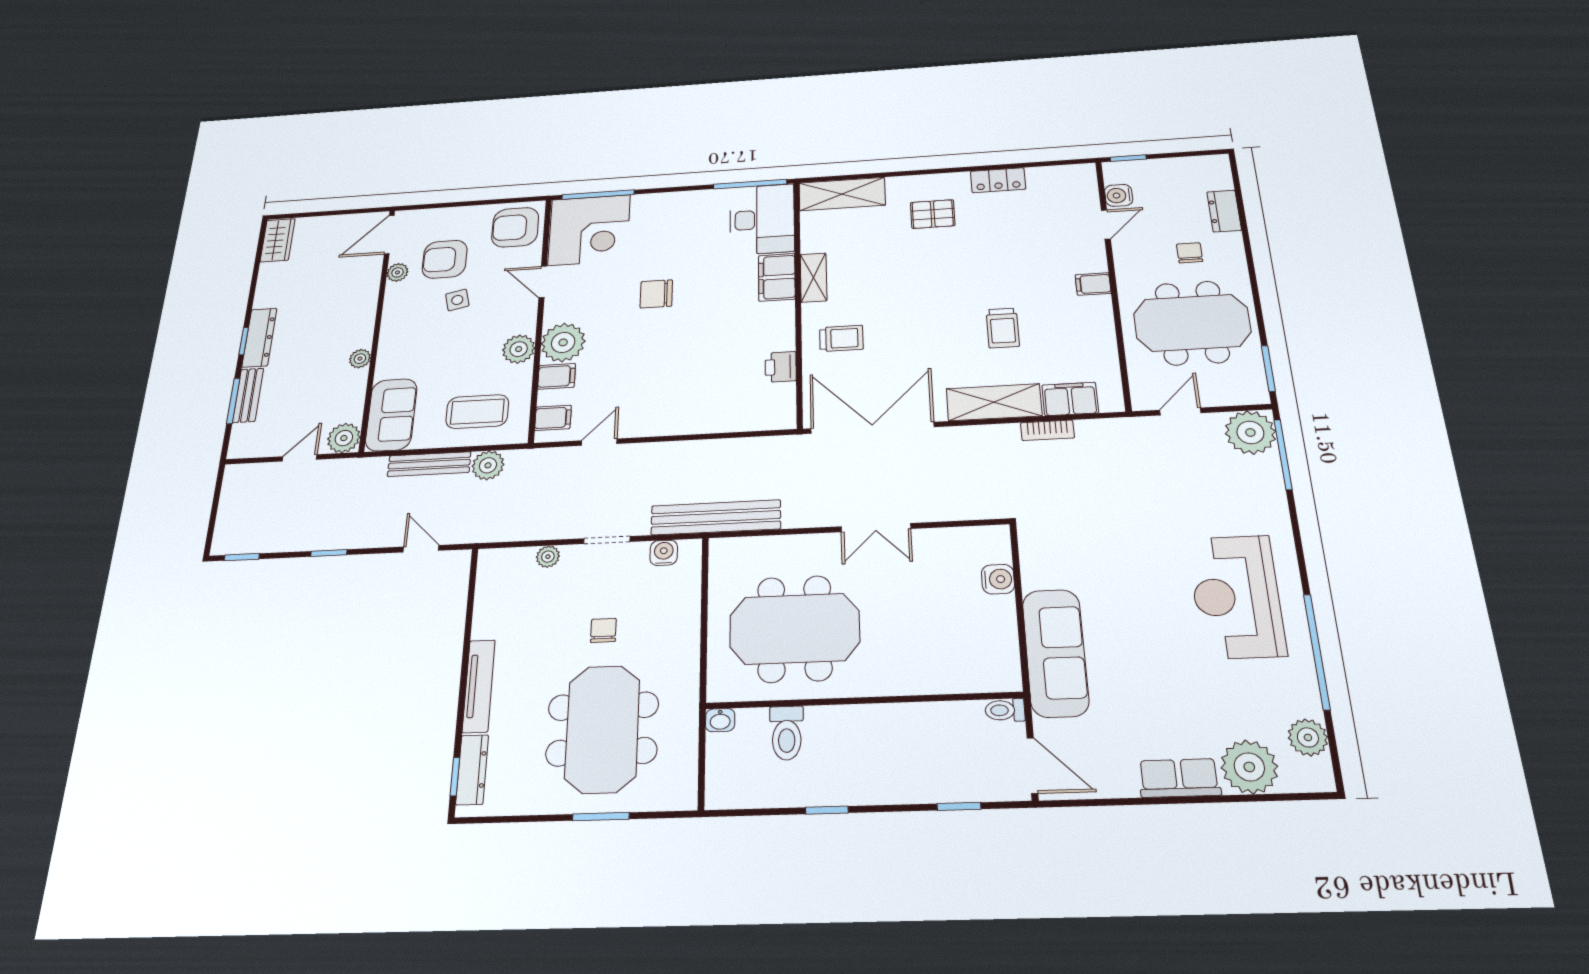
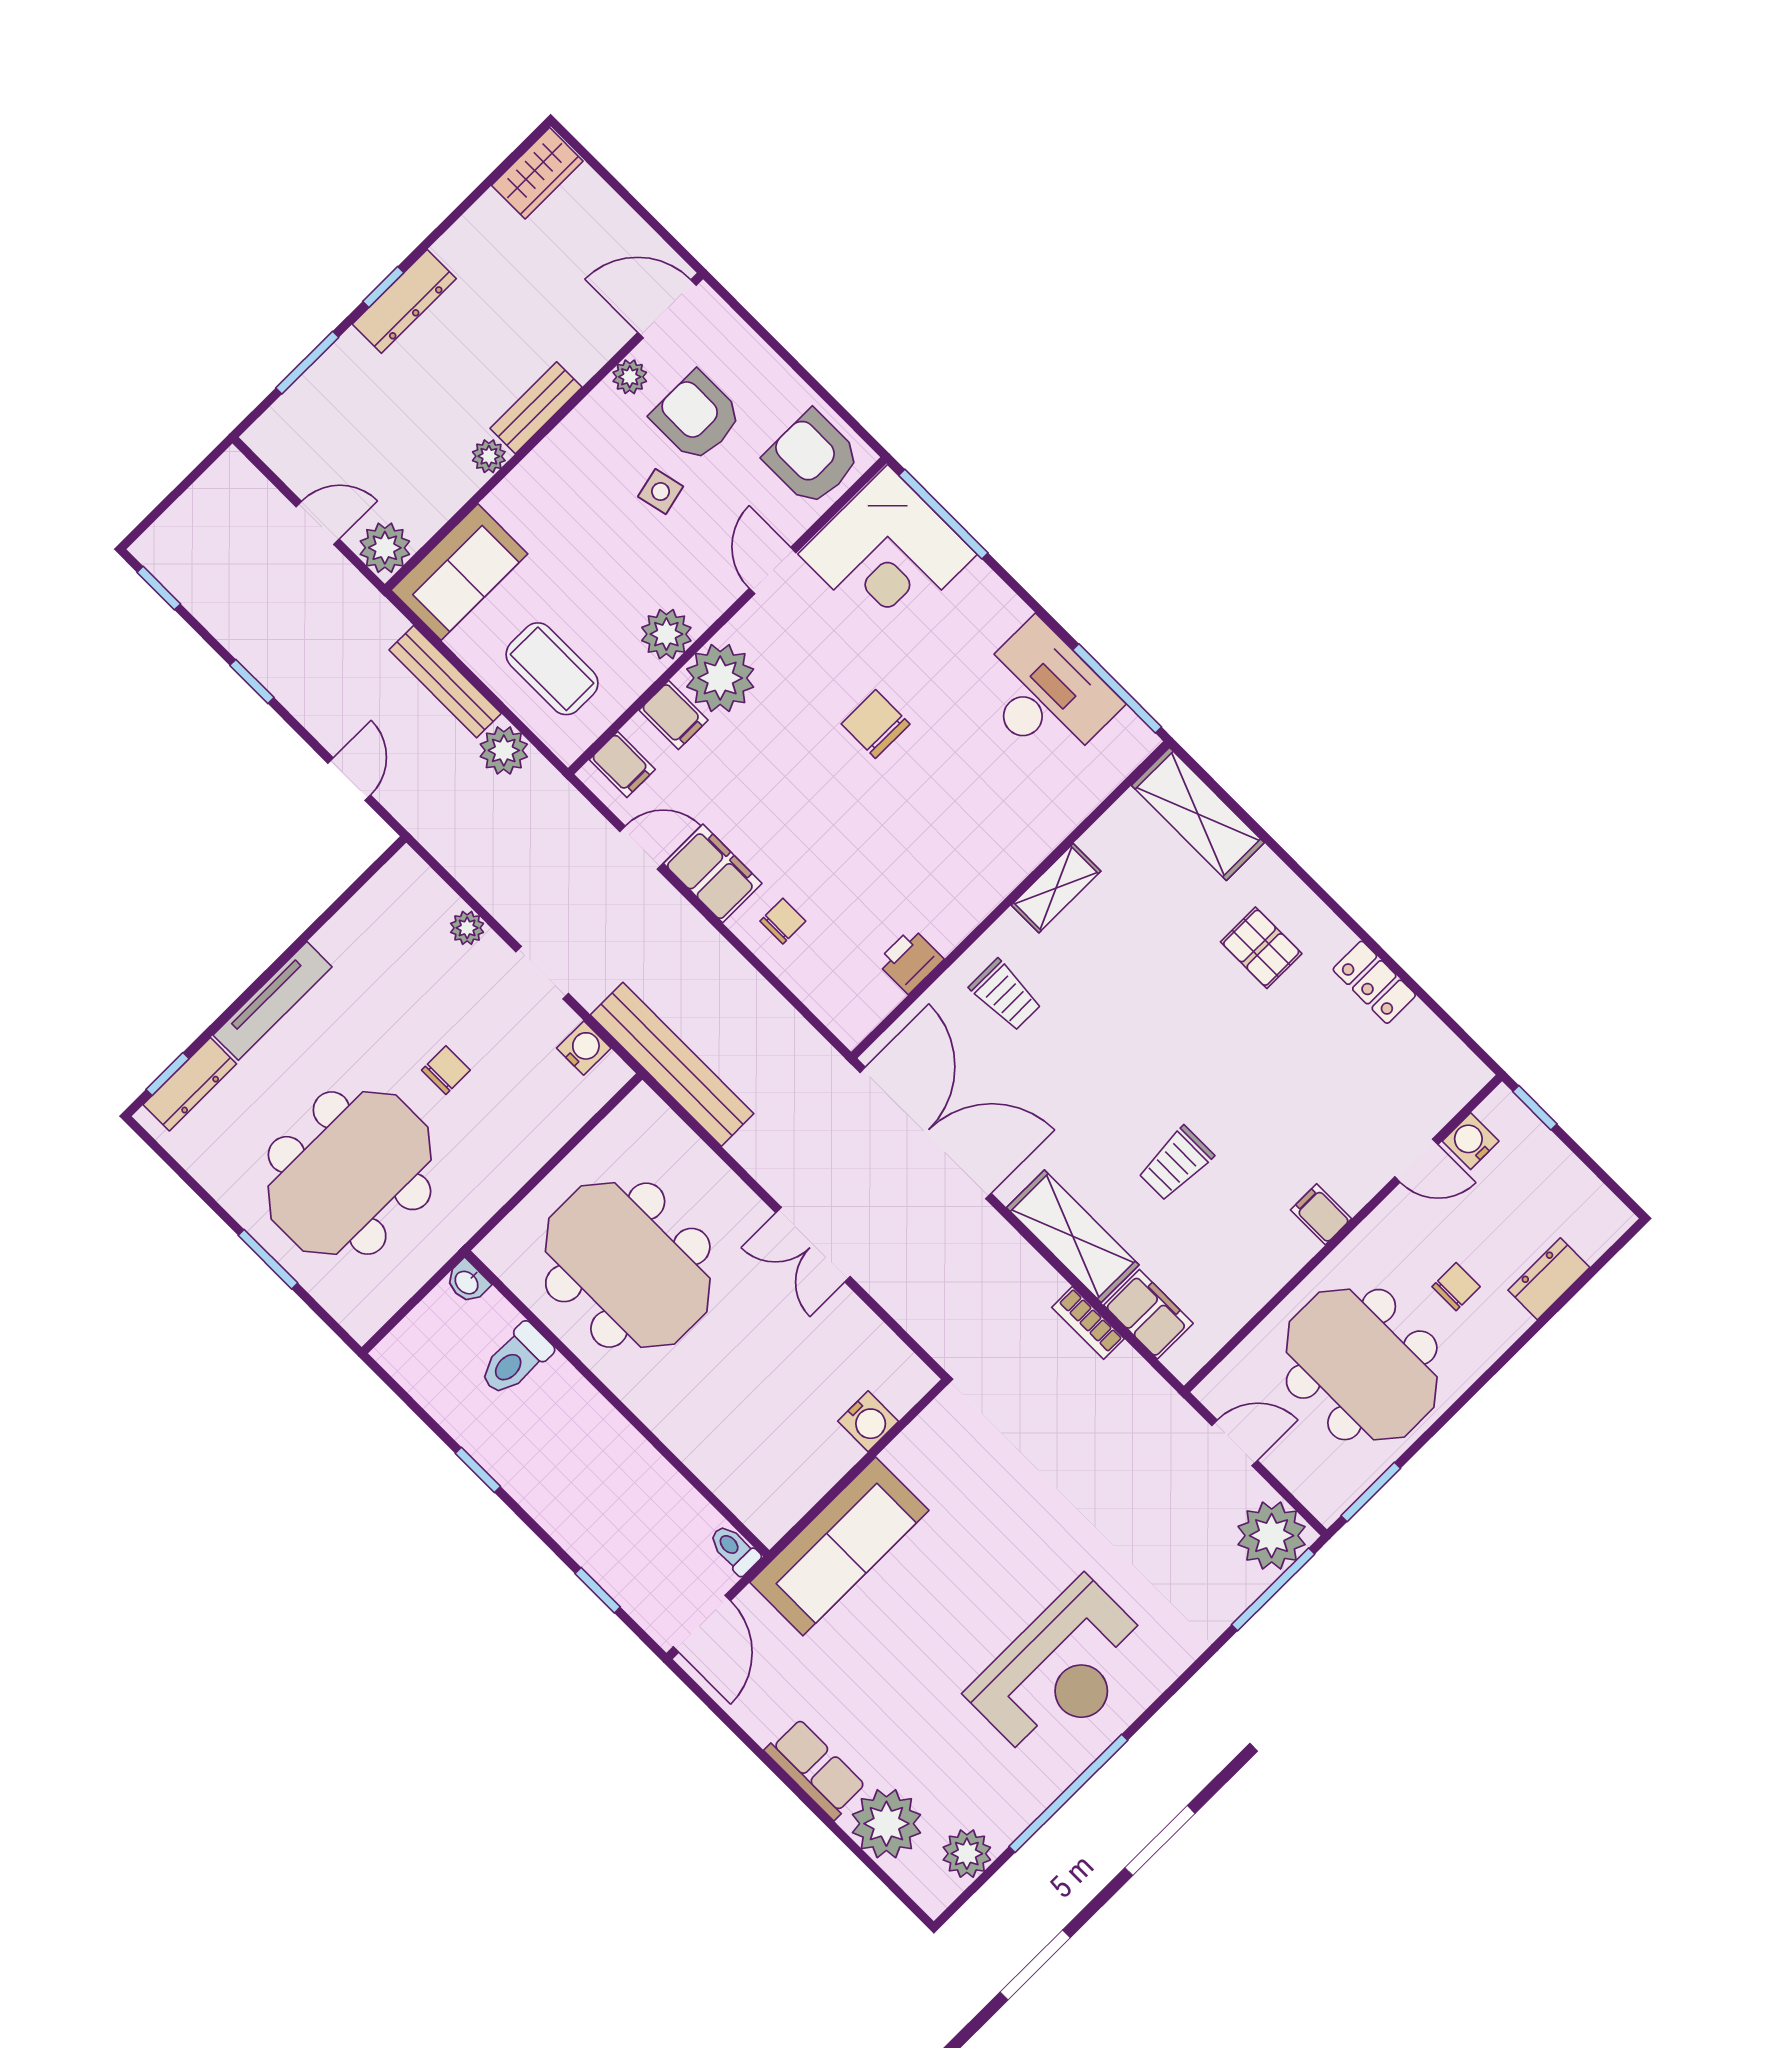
desk: (762, 219) -> (1045, 694), moved, turned -90
filing cabinet: (777, 277) -> (713, 873), moved, turned 90
bench: (248, 395) -> (536, 408), moved
chair: (702, 408) -> (783, 921), added
reception desk: (1236, 597) -> (1061, 1671), turned 180

